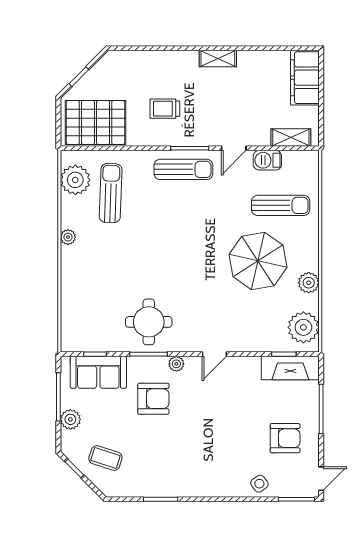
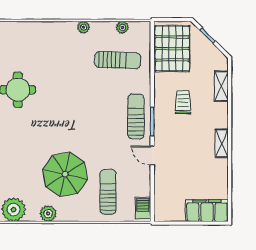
shelving: (291, 137) -> (221, 86), moved
barbecue: (267, 160) -> (143, 208), moved
sun lounger: (183, 169) -> (136, 117), turned 180
plant: (75, 180) -> (122, 27), width x0.53, depth x0.53
sun lounger: (281, 205) -> (108, 192), turned 180

